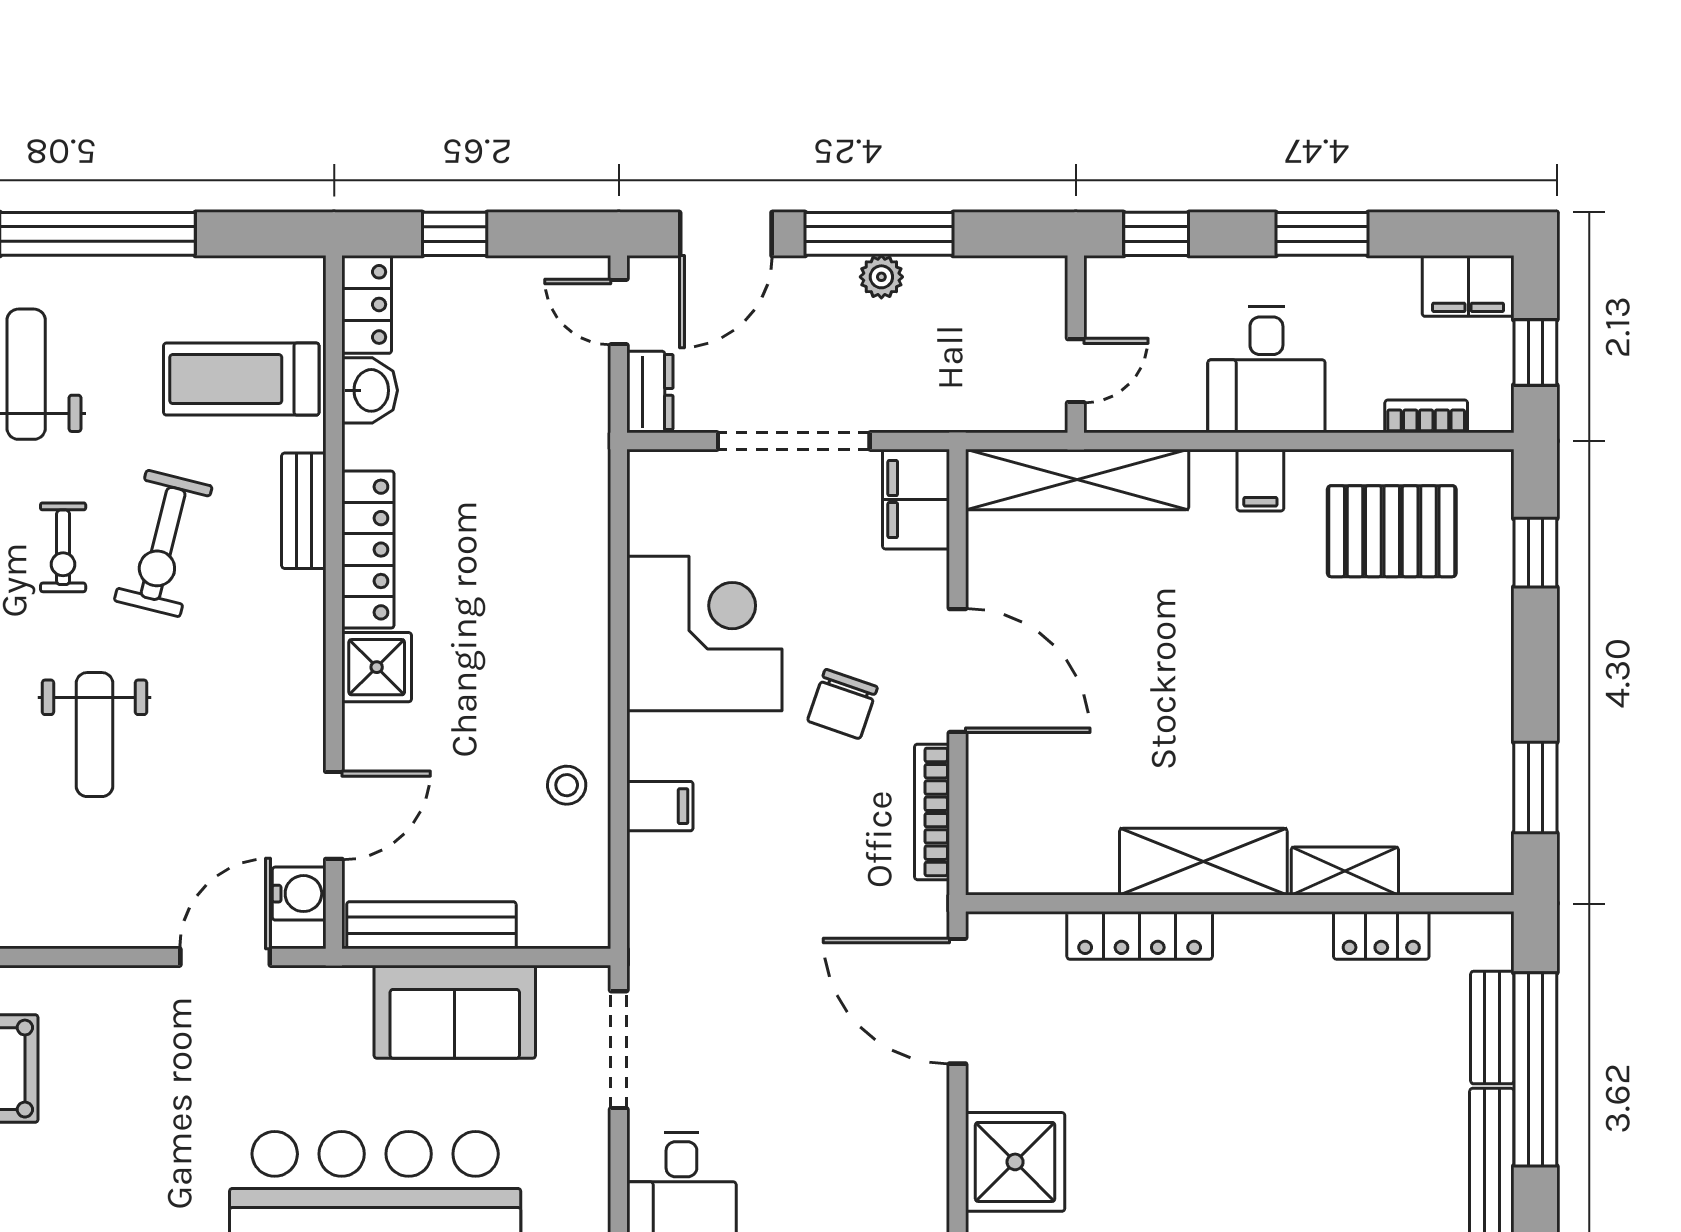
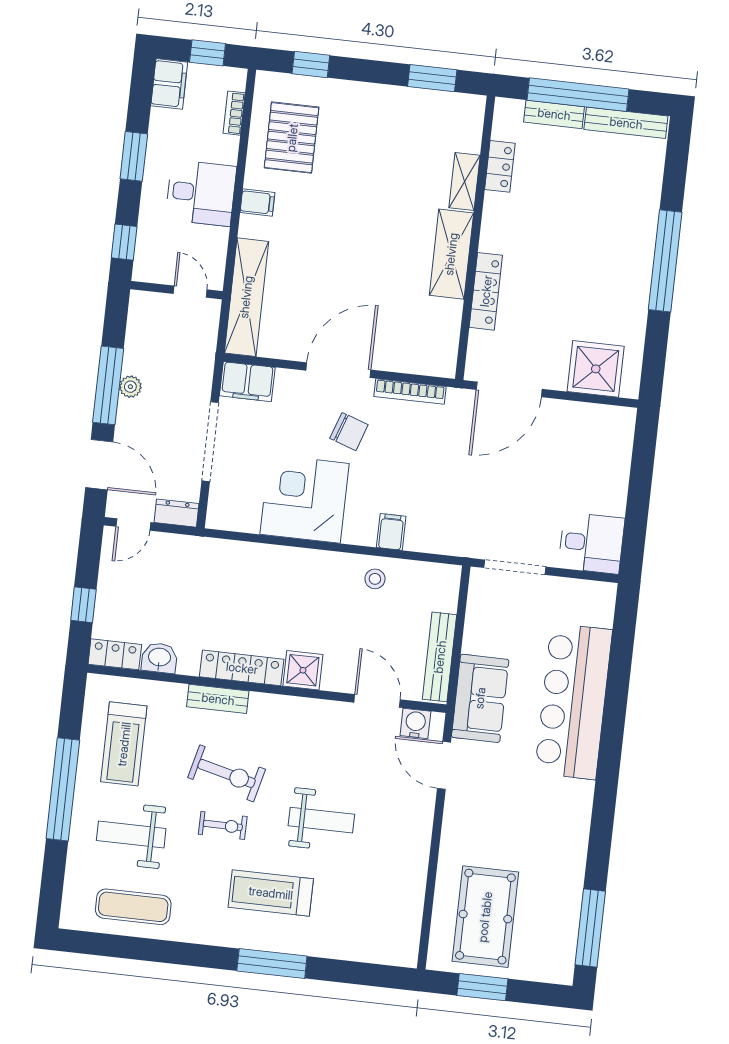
treadmill: (241, 379) -> (124, 744), moved
sofa: (455, 1012) -> (480, 698), moved

